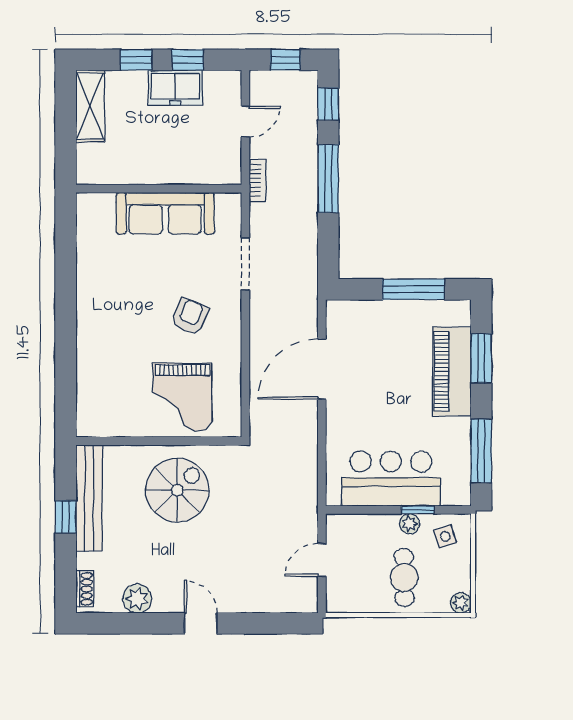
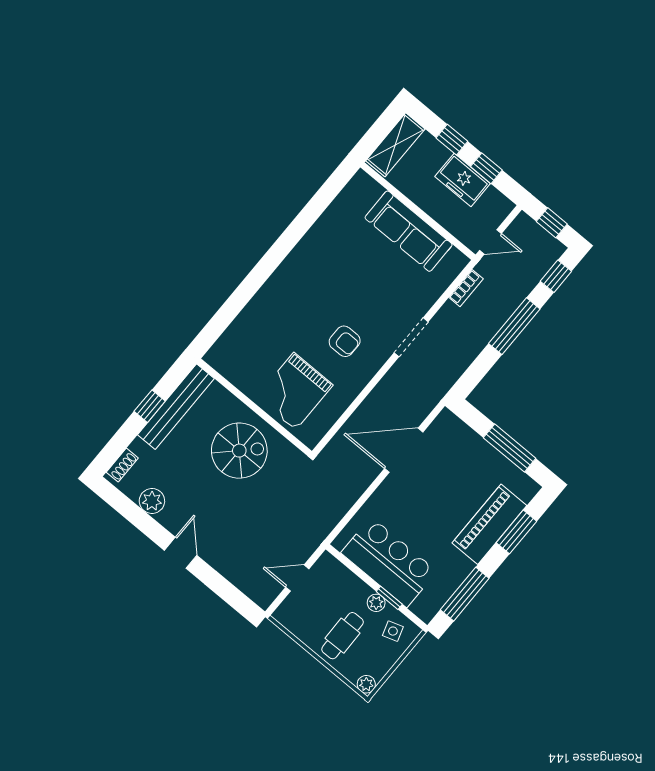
wall: (159, 189) -> (418, 211), moved
sofa: (165, 213) -> (409, 231), moved
armchair: (190, 316) -> (345, 341), turned 67

